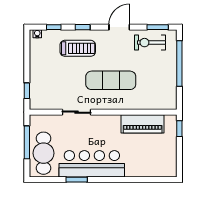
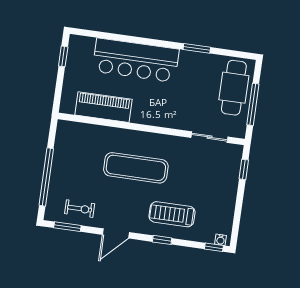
window: (54, 27) -> (214, 247), moved
exercise bike: (150, 43) -> (80, 209), width x0.73, depth x0.72
sliding door: (76, 112) -> (210, 137), moved
window: (179, 129) -> (63, 56), moved
bar counter: (92, 164) -> (136, 60), moved

